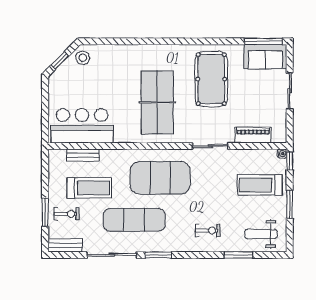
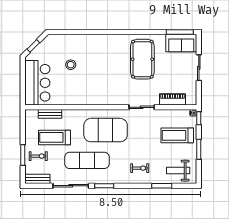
stool: (83, 58) -> (71, 65), moved
table tennis table: (157, 102) -> (104, 76), removed
bar counter: (82, 126) -> (37, 83), moved, turned 90
treadmill: (89, 188) -> (55, 137), turned 180

